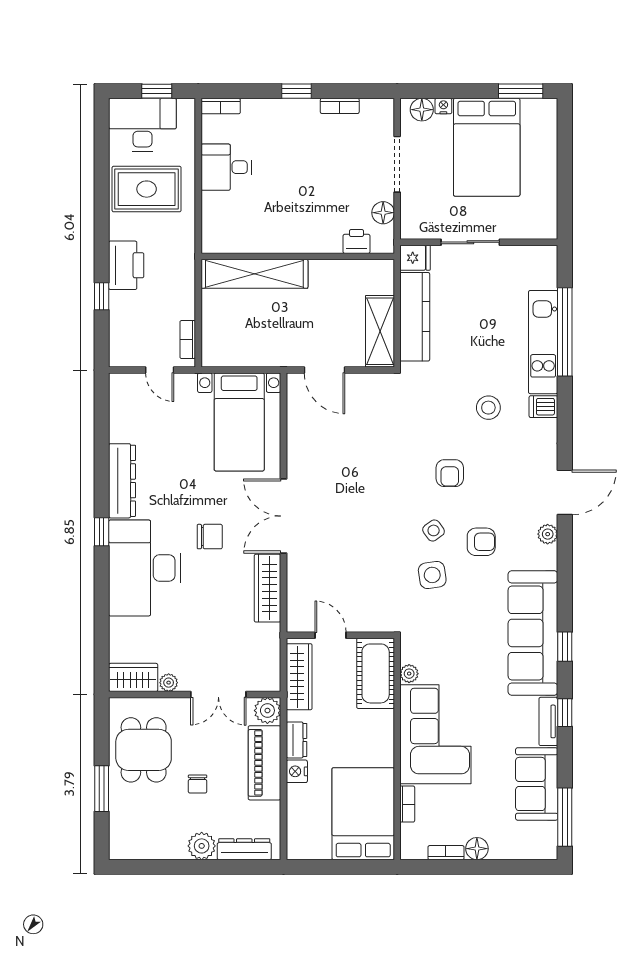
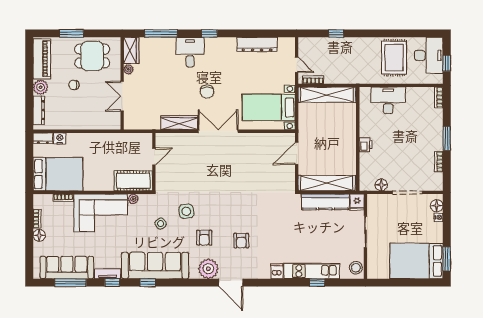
window: (297, 91) -> (447, 138), width x1.50
bed: (487, 147) -> (416, 261), moved
desk: (226, 167) -> (388, 100), moved, width x1.37
printer: (357, 241) -> (366, 145), moved
printer: (126, 265) -> (353, 47), removed
shelving: (254, 274) -> (327, 95), moved, turned 90
shelving: (380, 331) -> (326, 183), width x1.47
window: (565, 332) -> (317, 283), width x0.32
door: (160, 370) -> (297, 65), swing flipped
stool: (488, 408) -> (356, 268), moved
armchair: (450, 473) -> (241, 241), moved, turned -90
dresser: (122, 481) -> (257, 44), moved
side table: (434, 530) -> (161, 224), moved
plant: (548, 534) -> (208, 269), width x1.88, depth x1.88
desk: (145, 568) -> (190, 52), width x0.53, depth x0.77
window: (102, 622) -> (161, 33), added
wardrobe: (299, 677) -> (132, 140), removed
plant: (267, 711) -> (113, 123), removed
dresser: (297, 740) -> (43, 138), moved
piano: (264, 763) -> (42, 59), moved, turned 90
nightstand: (297, 771) -> (60, 138), moved
sofa: (537, 784) -> (67, 268), width x1.36
window: (565, 817) -> (70, 283), moved

